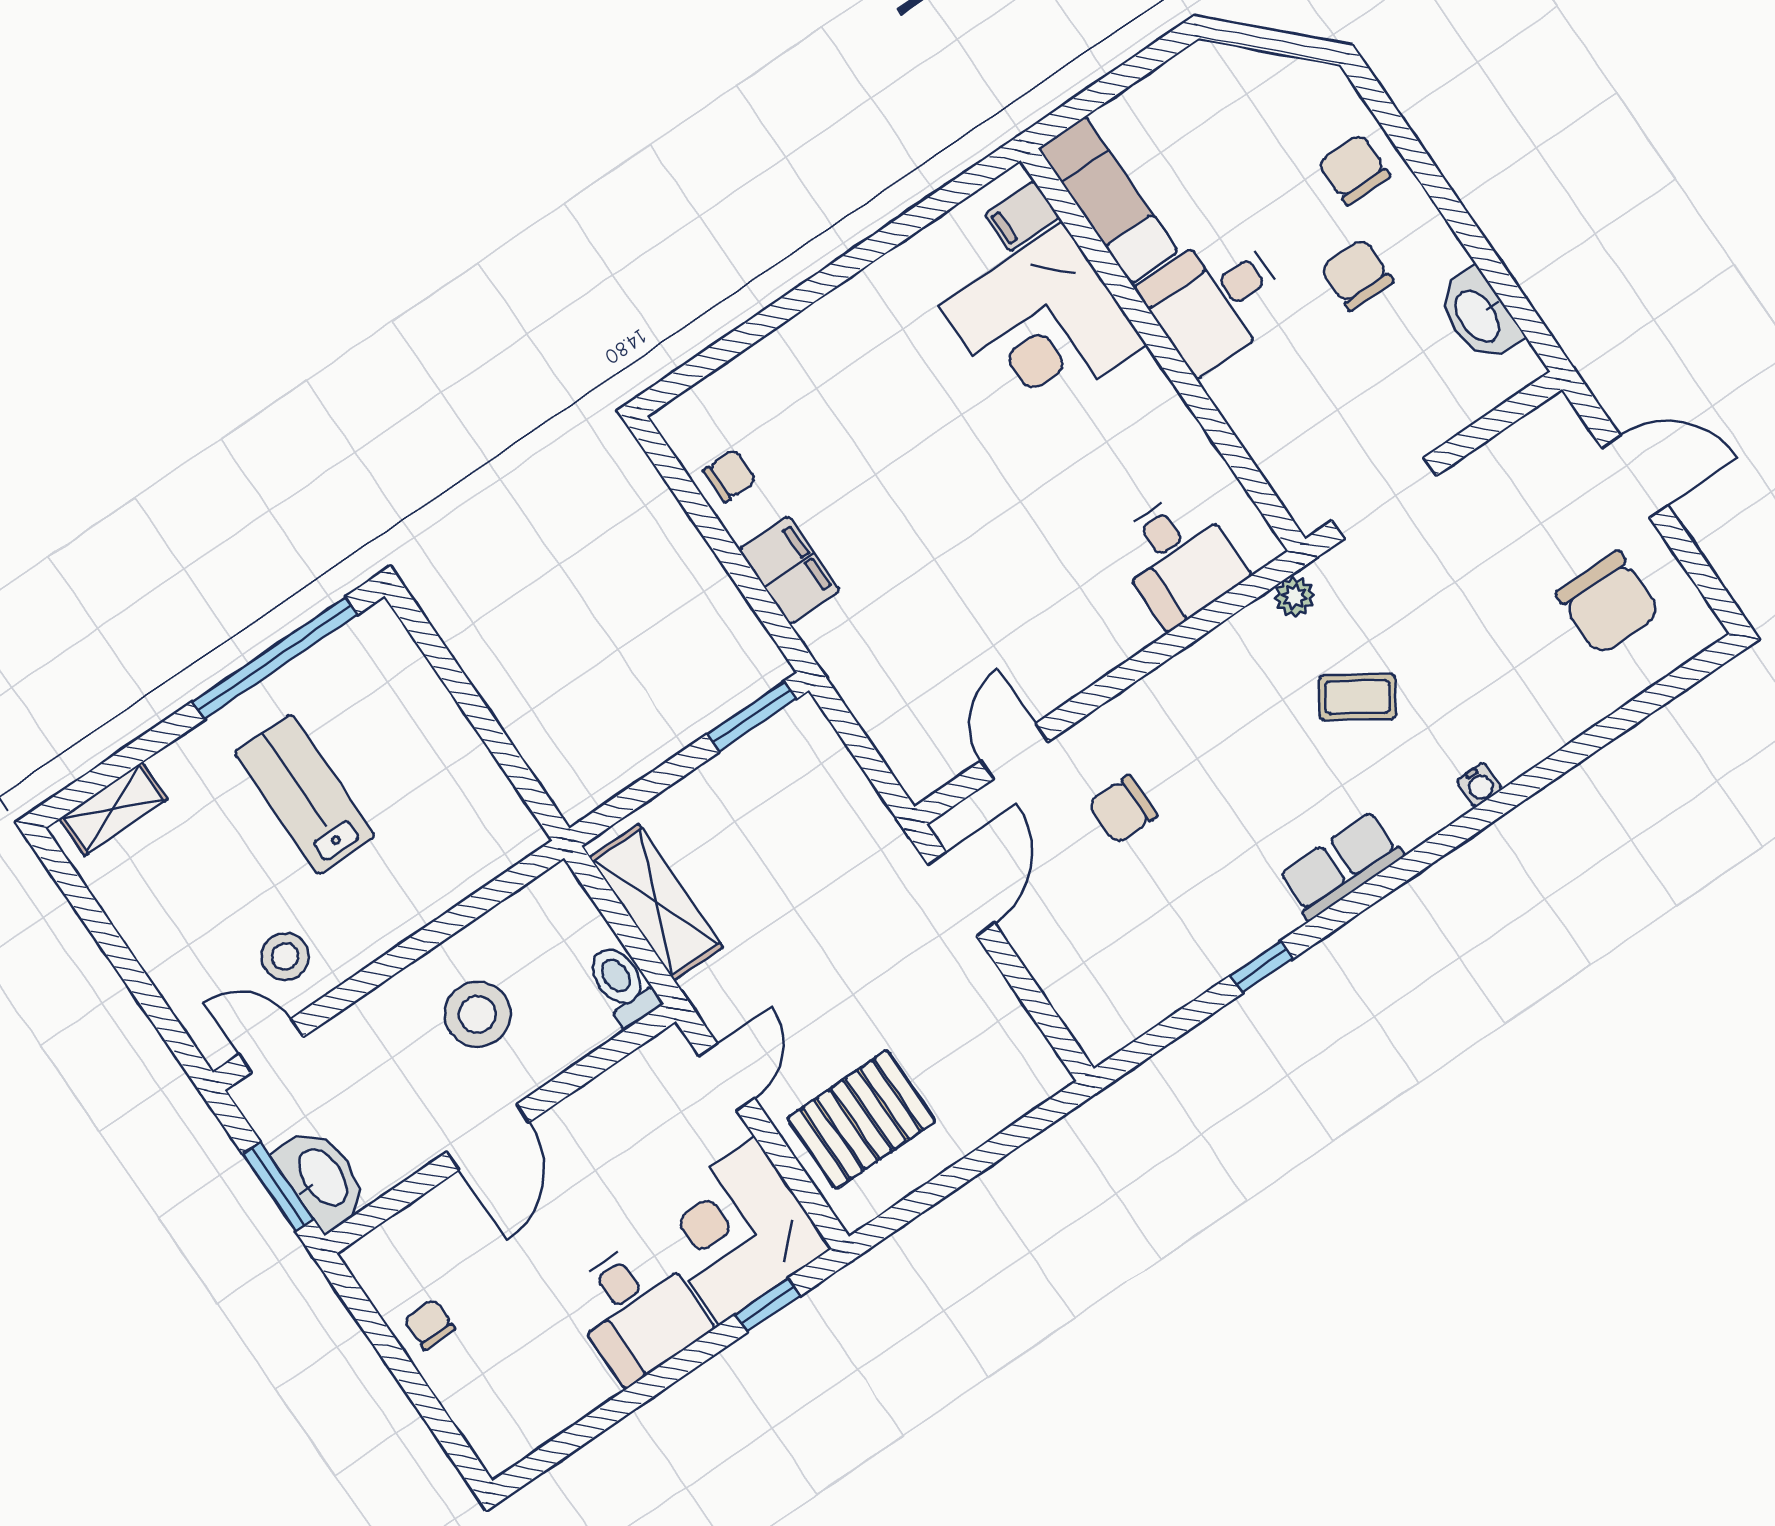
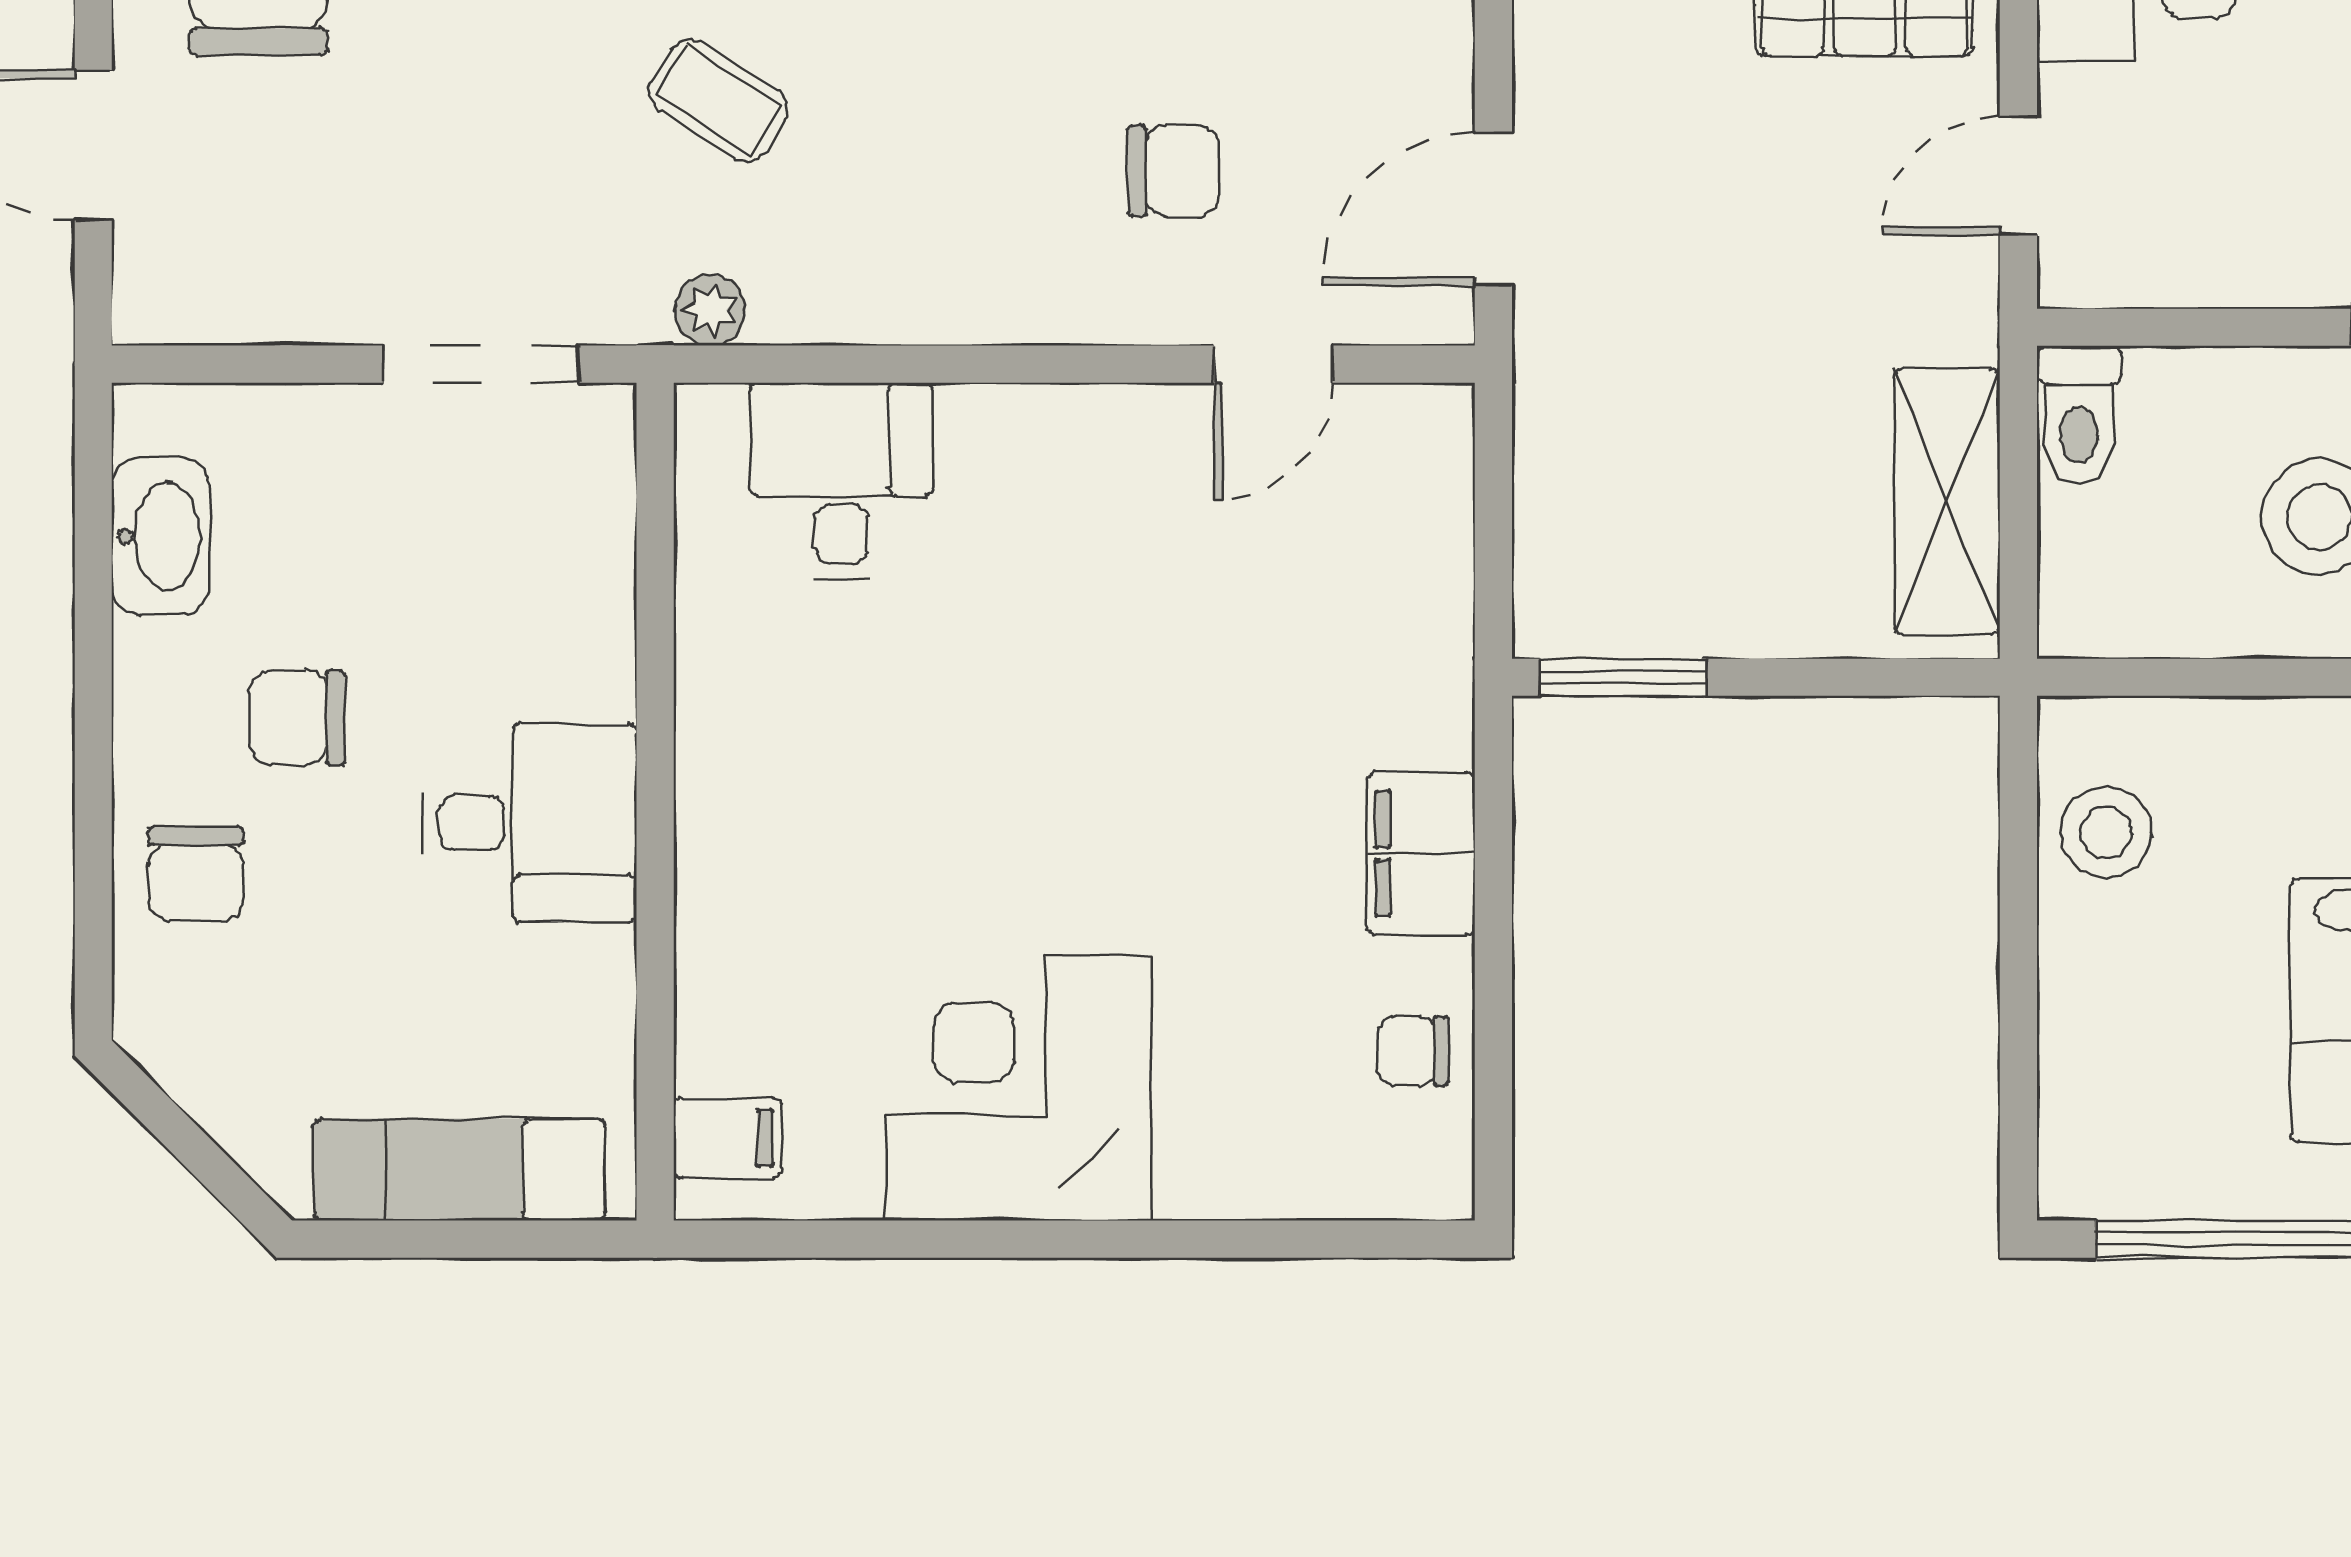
exam couch: (1108, 200) -> (459, 1170), moved, turned 90
chair: (1357, 275) -> (297, 718), turned 90
corner desk: (1043, 326) -> (1019, 1088), moved, turned -90
stool: (476, 799) -> (2106, 832), added

